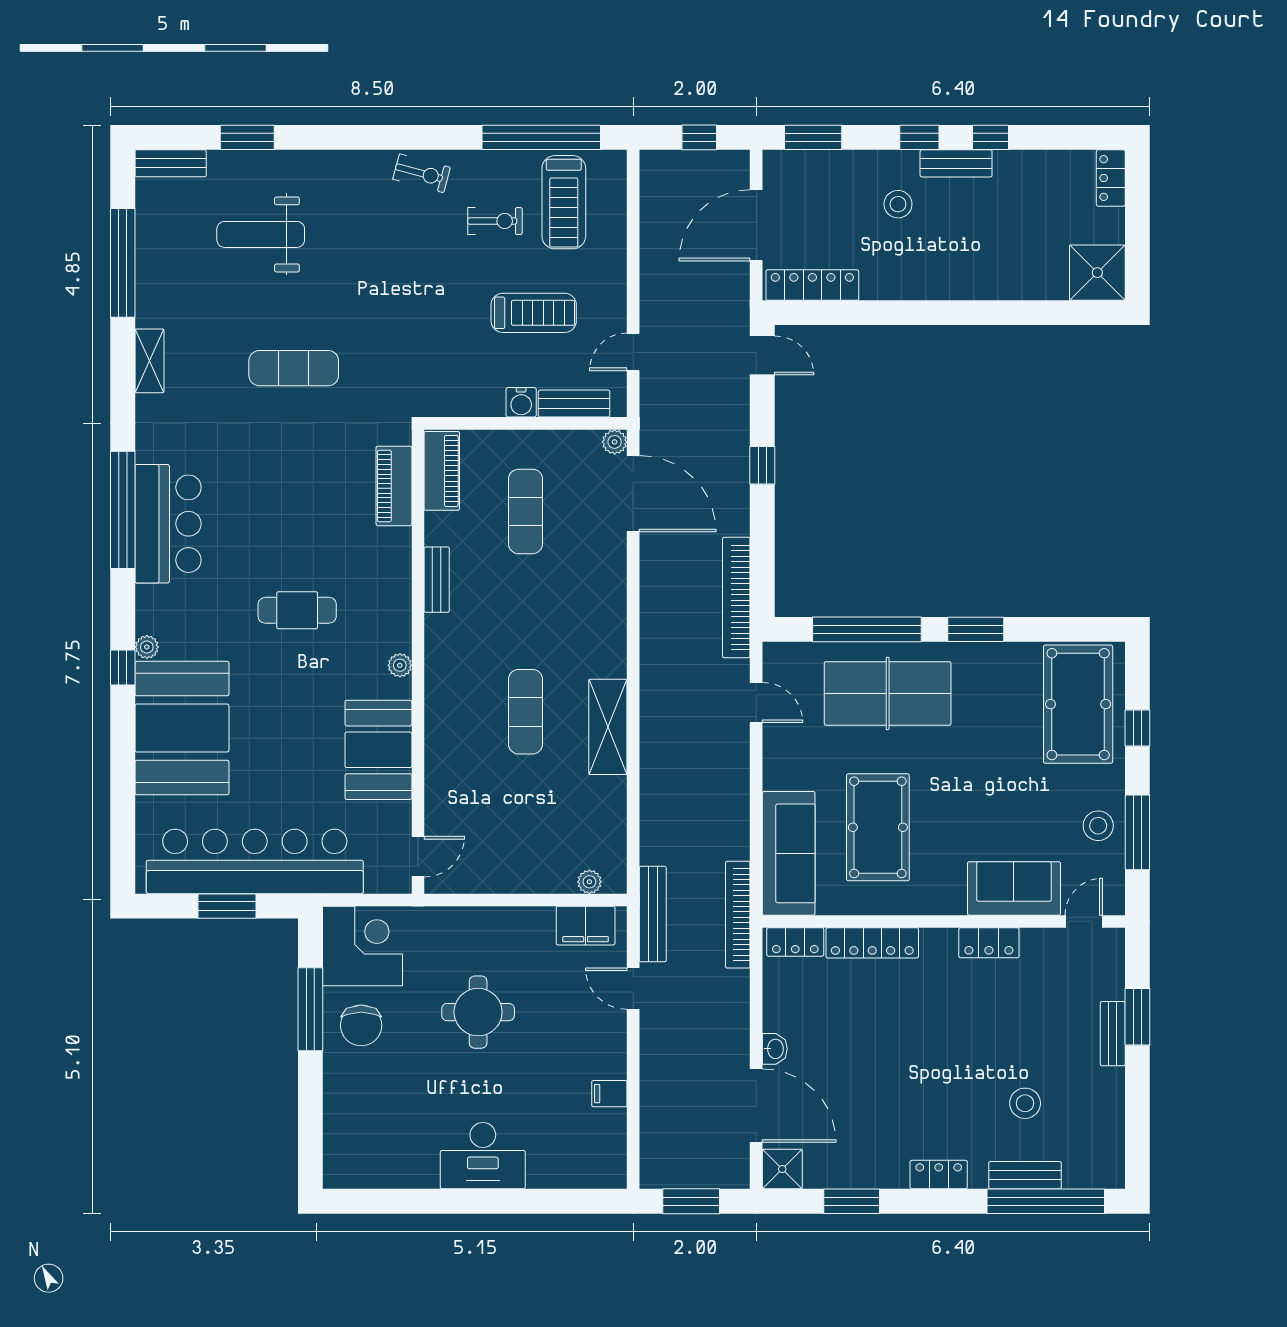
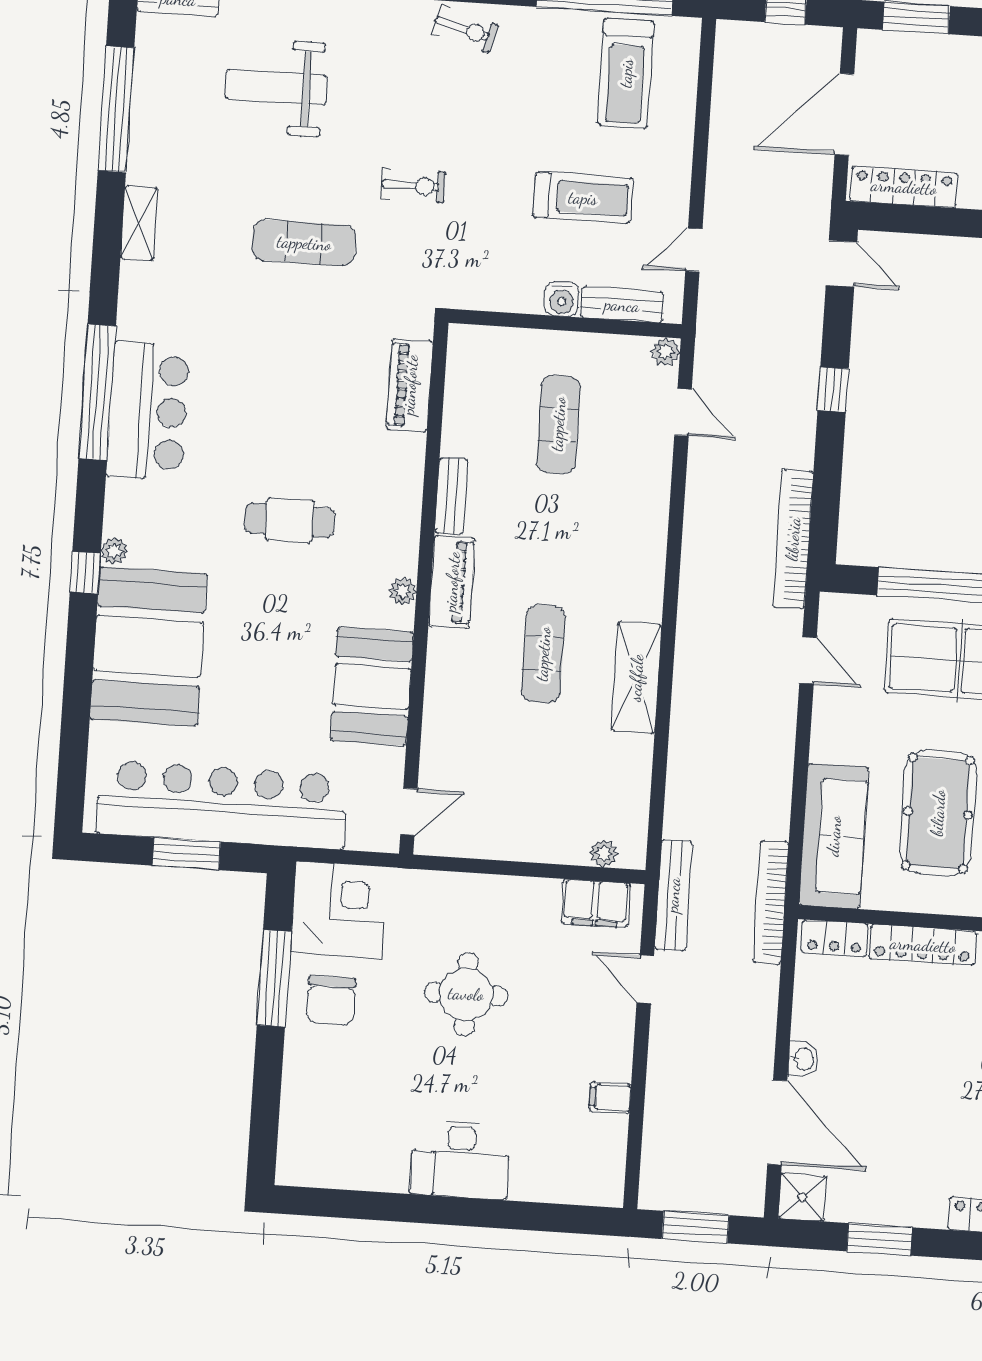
exercise bike: (495, 221) -> (414, 185), moved
piano: (442, 471) -> (452, 582), moved
door: (633, 494) -> (683, 412), width x0.53

